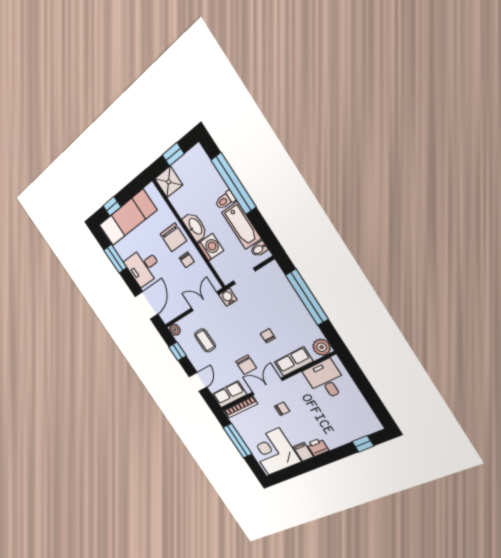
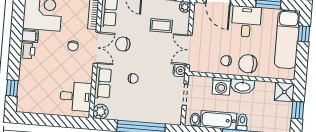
double door: (205, 301) -> (189, 50), swing flipped

